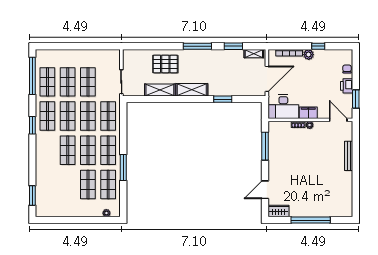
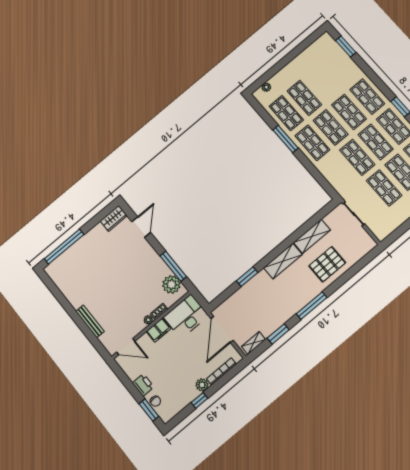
window: (356, 99) -> (149, 410), moved
shop shelf: (108, 116) -> (367, 97), moved
plant: (276, 135) -> (171, 284), added
window: (311, 220) -> (64, 247), moved

